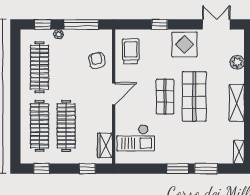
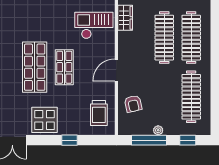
plant: (59, 34) -> (158, 130), moved

